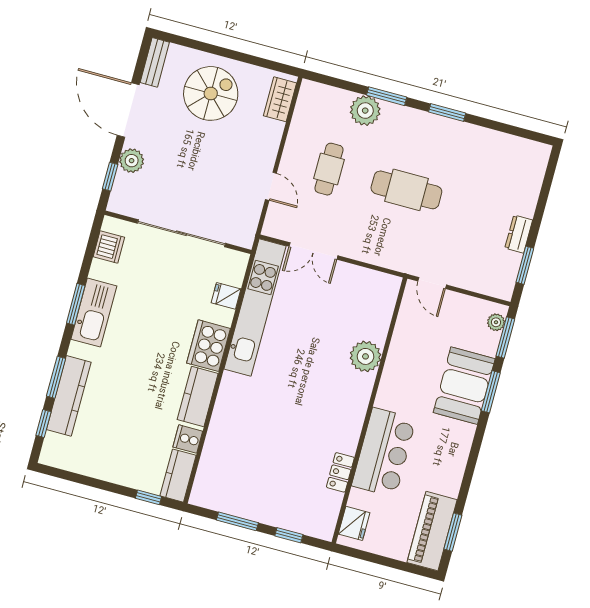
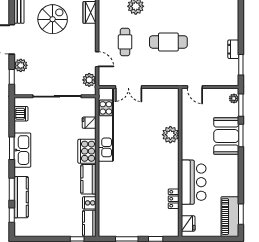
plant: (247, 219) -> (89, 80), added

